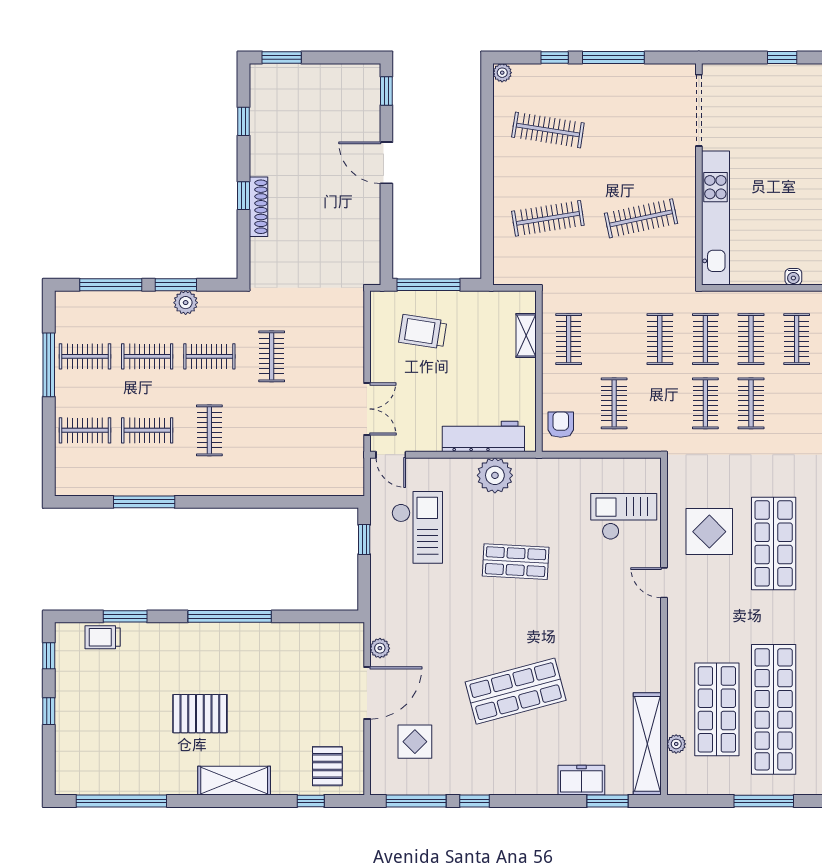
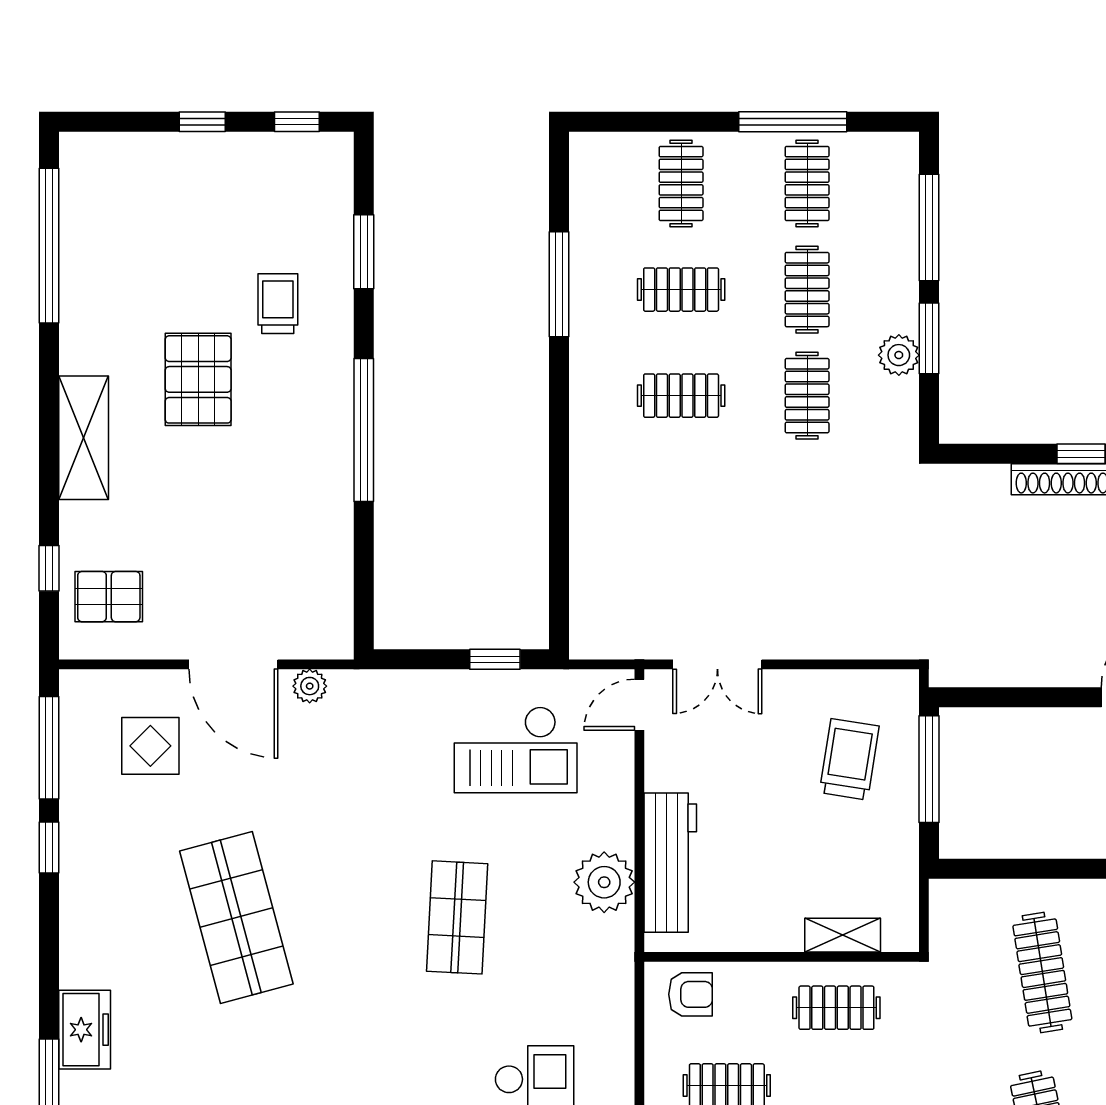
clothes rail: (272, 356) -> (807, 502), removed
clothes rail: (147, 430) -> (681, 290), turned 90
trolley: (103, 637) -> (278, 304), moved

